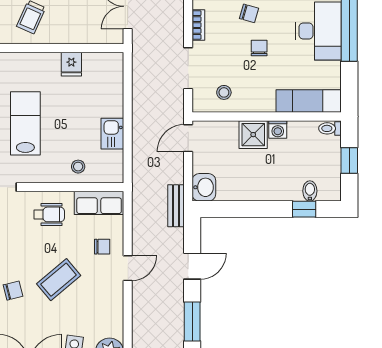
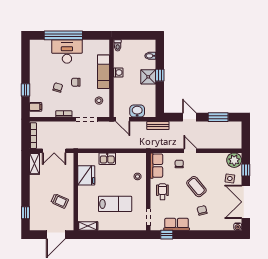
fridge: (71, 64) -> (86, 175), width x1.88, depth x1.34
exam couch: (309, 101) -> (103, 72), moved
lab bench: (25, 123) -> (115, 204), turned 180
kitchen sink: (112, 134) -> (107, 159), moved
shower: (253, 135) -> (148, 77), moved
window: (349, 160) -> (134, 35), removed
washbasin: (204, 187) -> (137, 111), moved
window: (304, 209) -> (160, 75), moved

